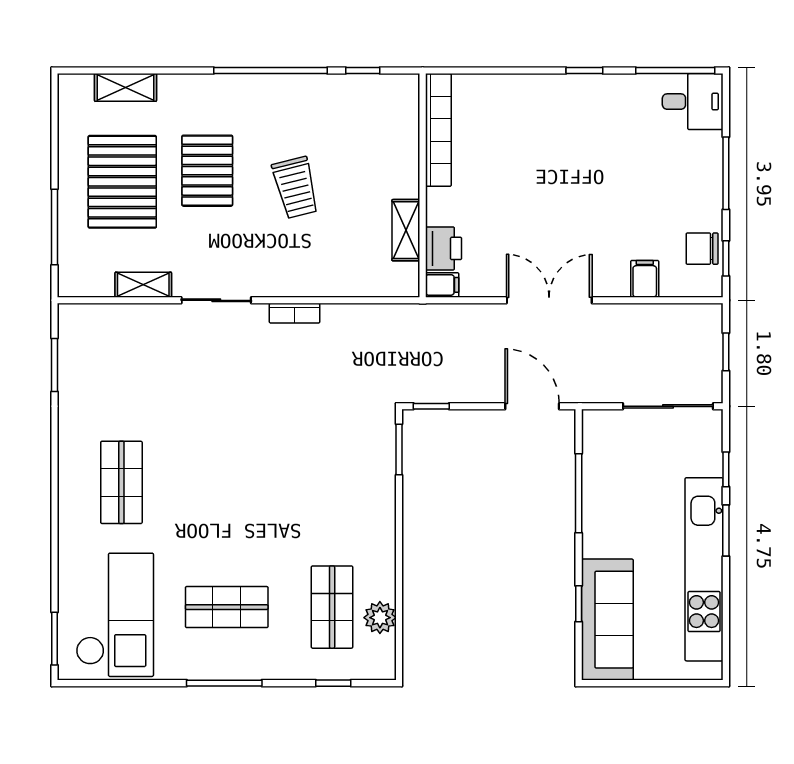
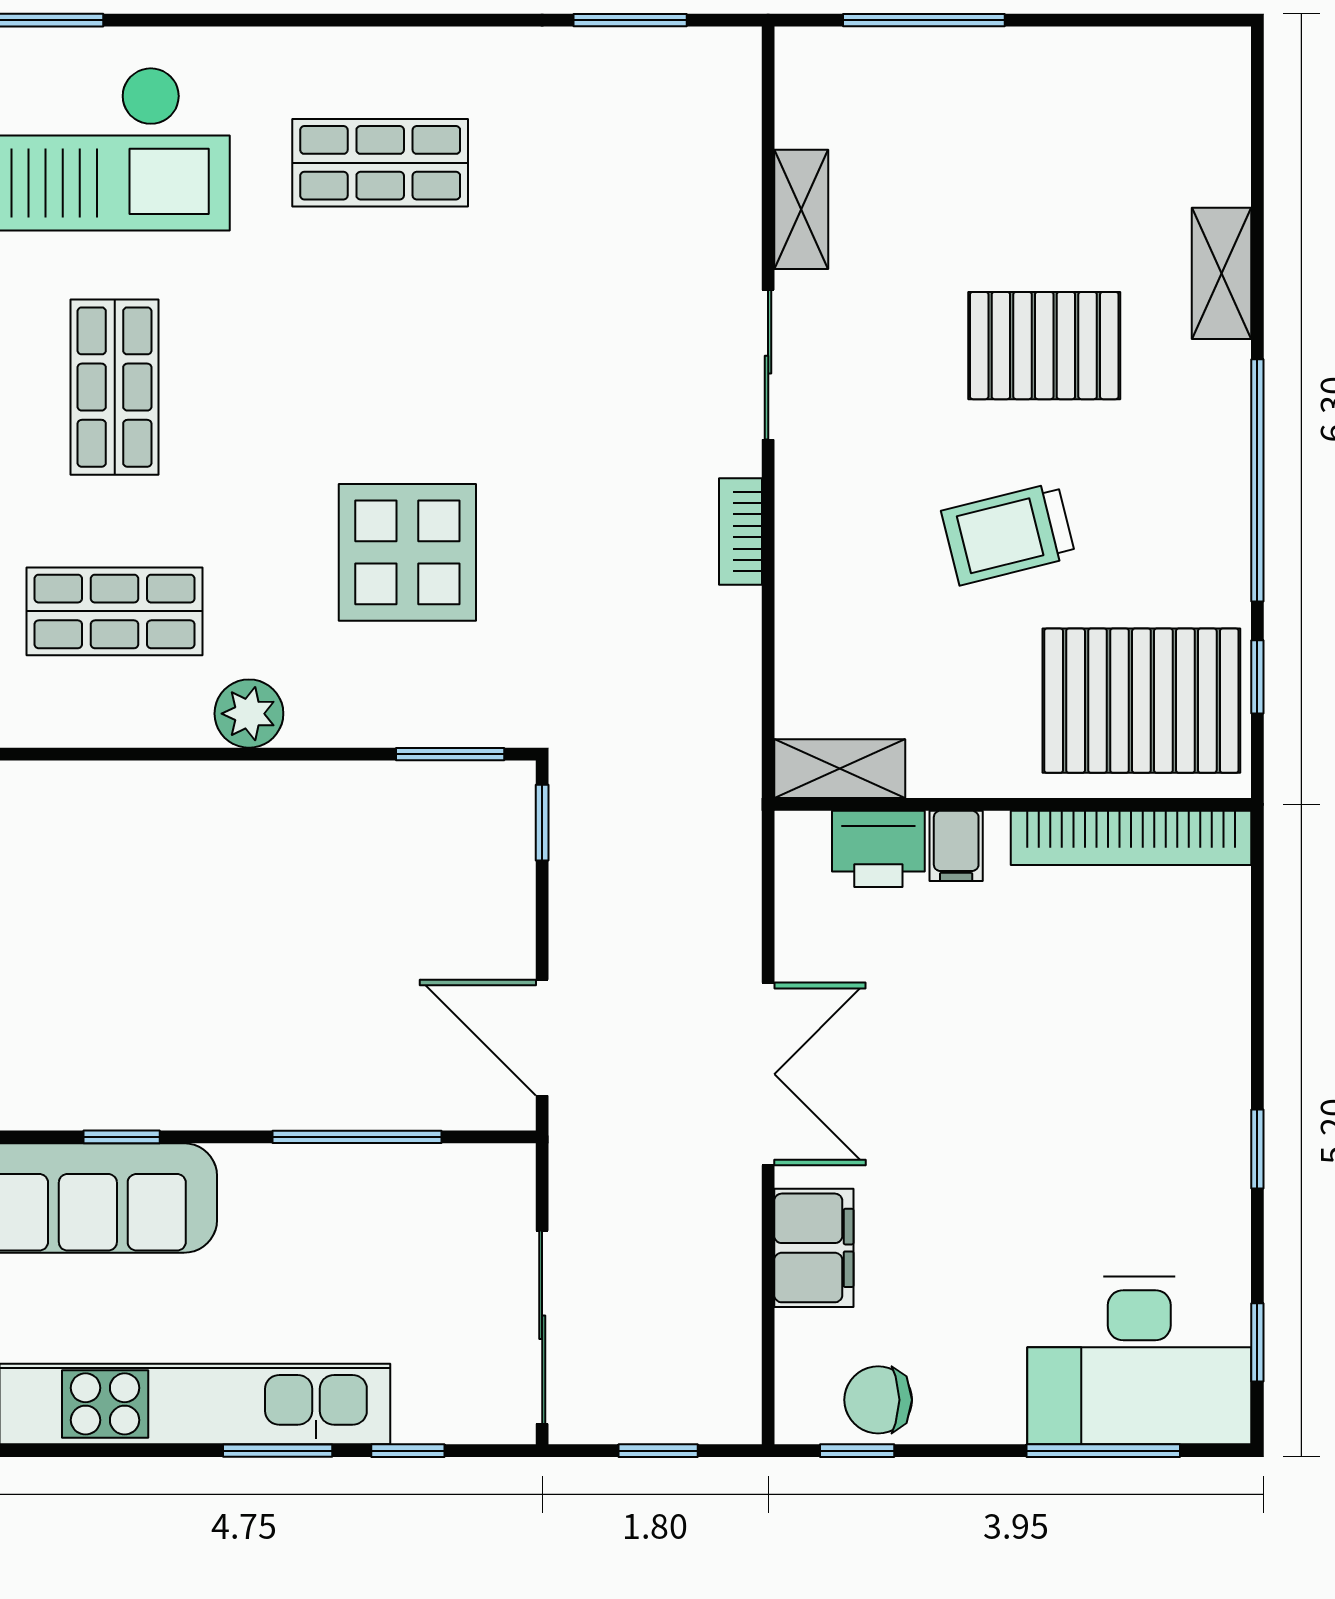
window: (675, 71) -> (1257, 1342), width x0.46
shelving: (125, 87) -> (1222, 273), moved
desk: (693, 102) -> (1139, 1360), width x1.87, depth x1.30
window: (726, 173) -> (1103, 1451), moved
pallet: (122, 182) -> (1141, 701), moved
shelving: (406, 230) -> (840, 769), moved
chair: (702, 249) -> (878, 1400), turned -90
filing cabinet: (645, 279) -> (814, 1248), width x2.00
filing cabinet: (442, 285) -> (956, 846), moved
door: (532, 406) -> (542, 1038), swing flipped
display table: (304, 470) -> (407, 552), added
plant: (380, 618) -> (249, 714), moved

